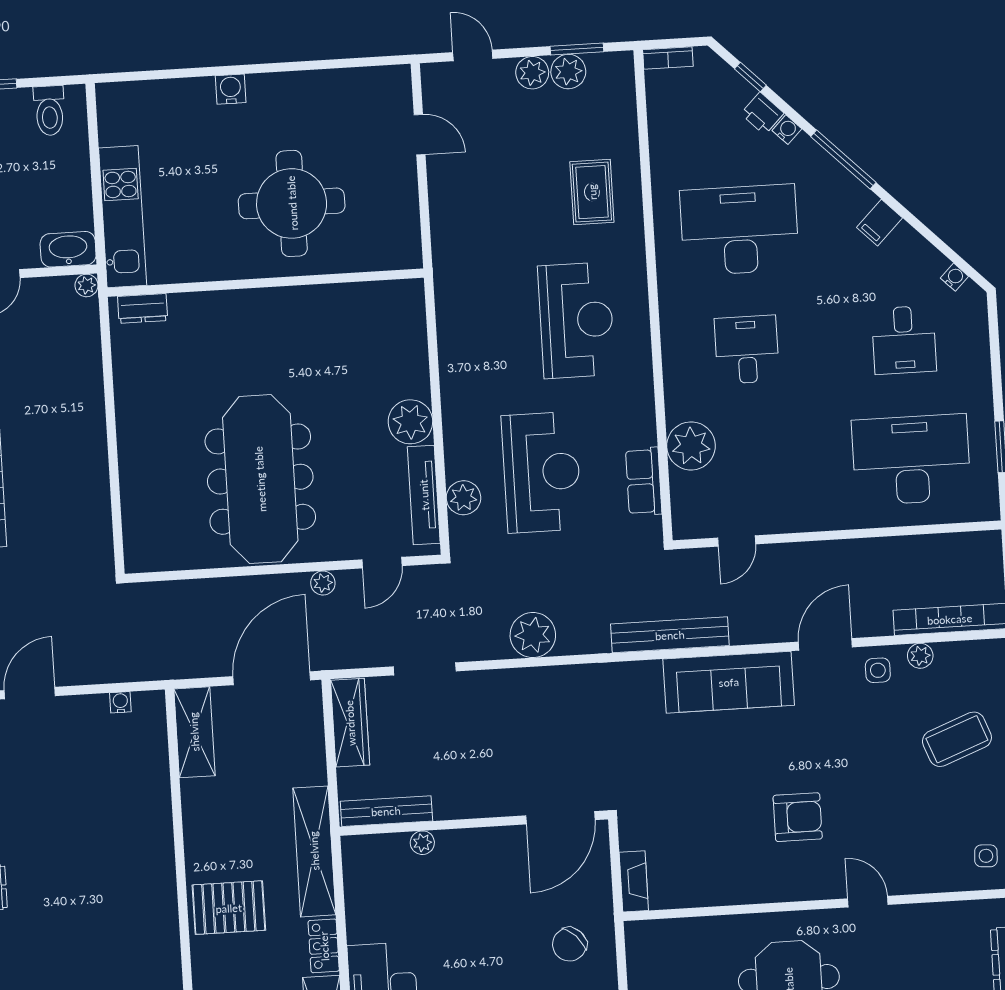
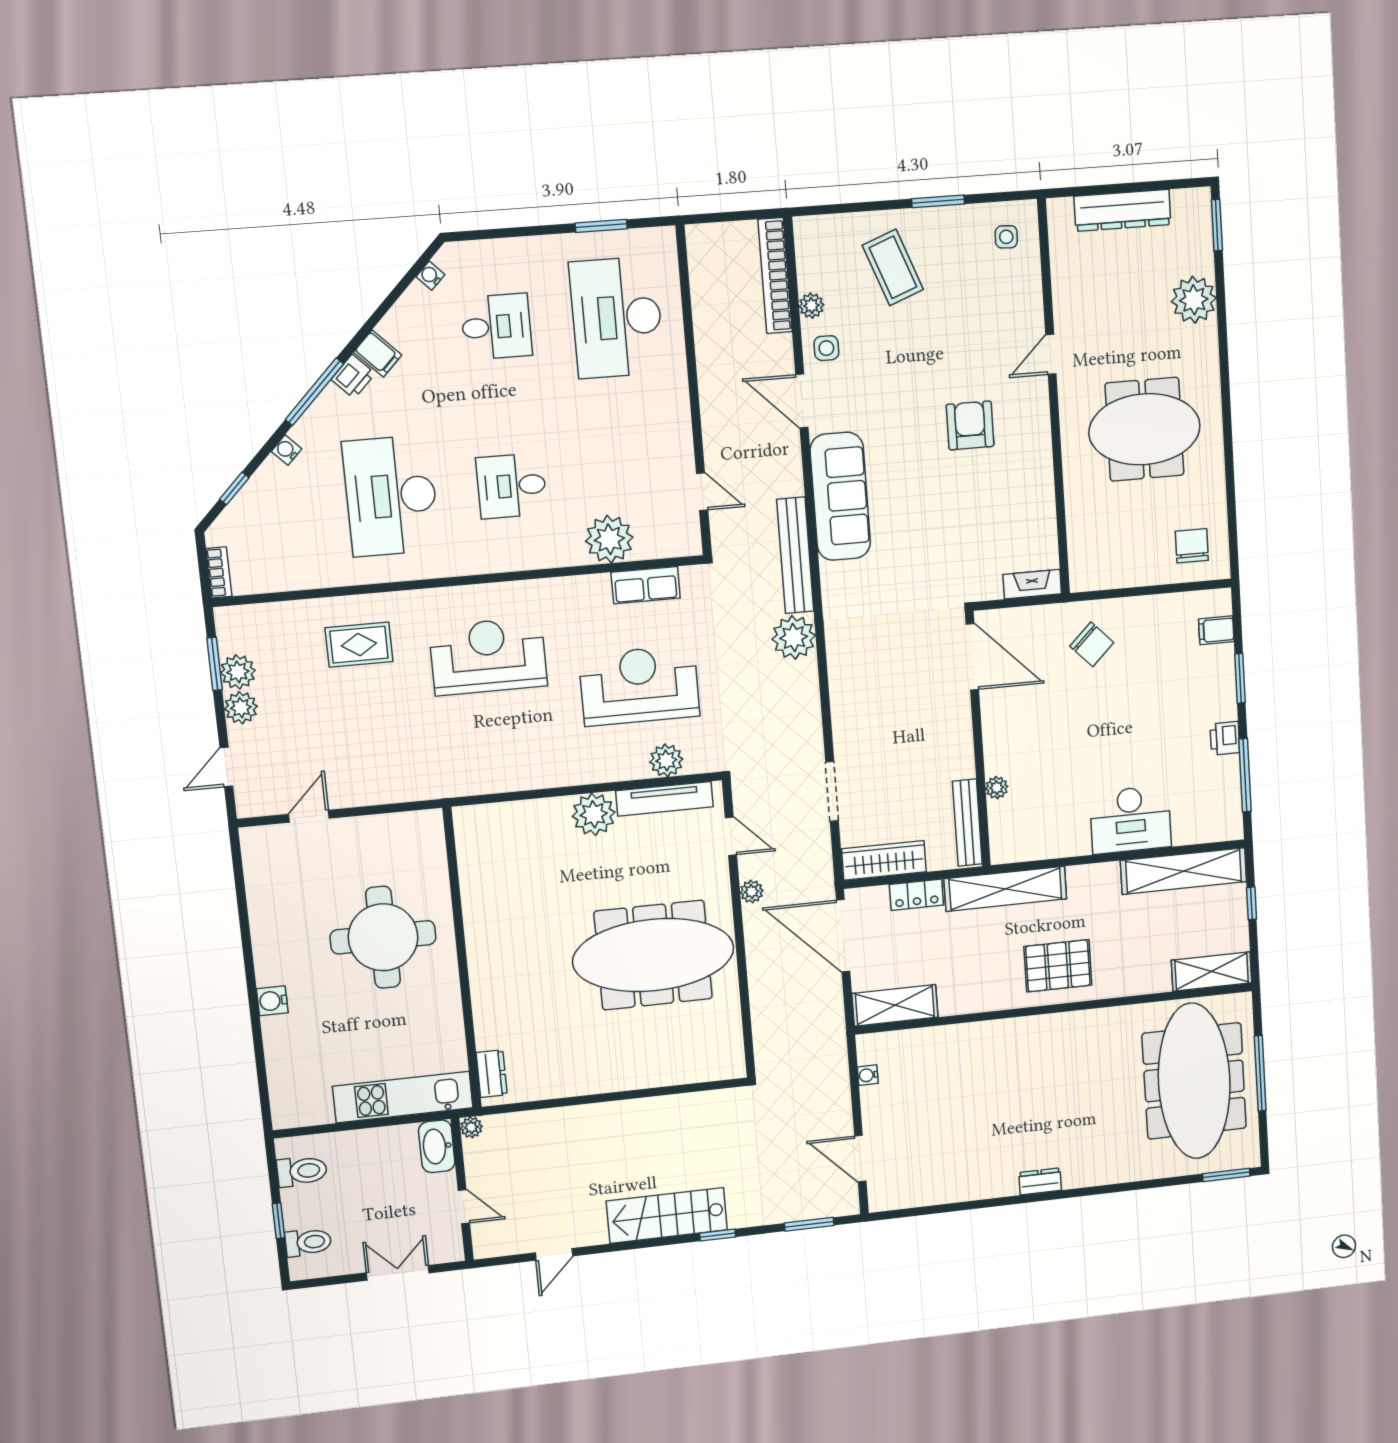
printer: (762, 113) -> (353, 376), moved
plant: (533, 635) -> (794, 637), moved
pallet: (229, 908) -> (1058, 966), turned 90
locker: (324, 946) -> (916, 895), moved

